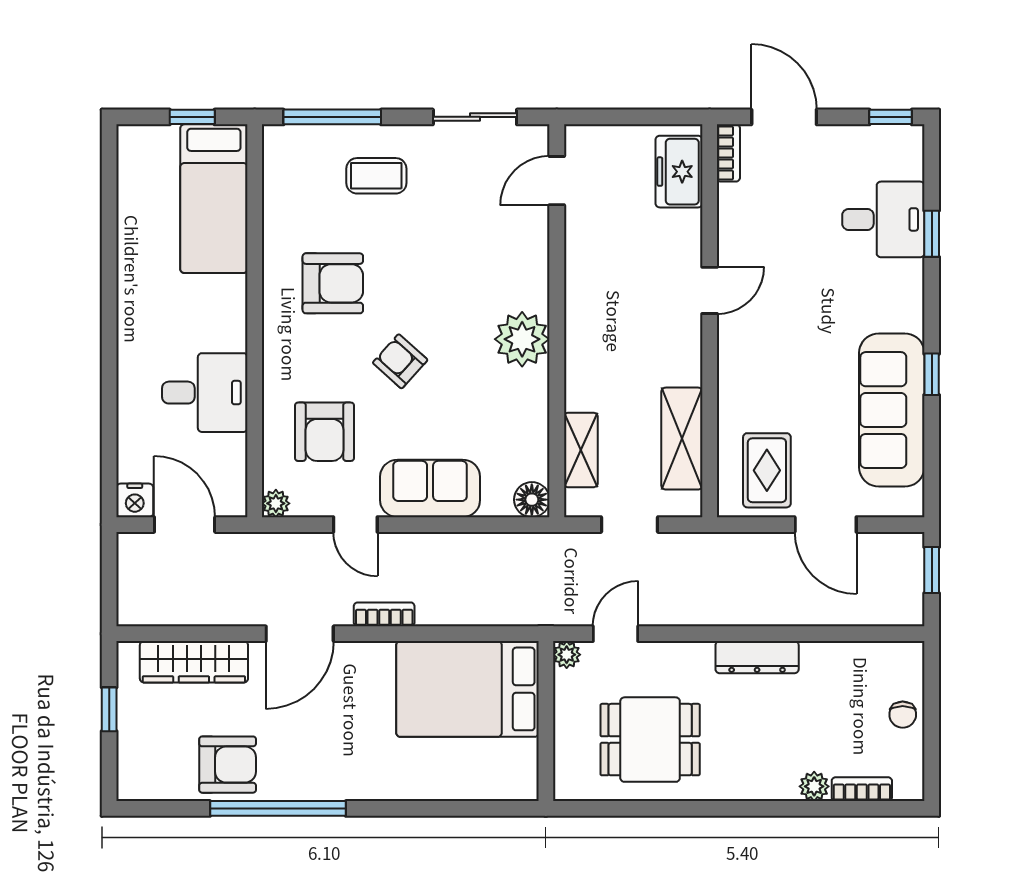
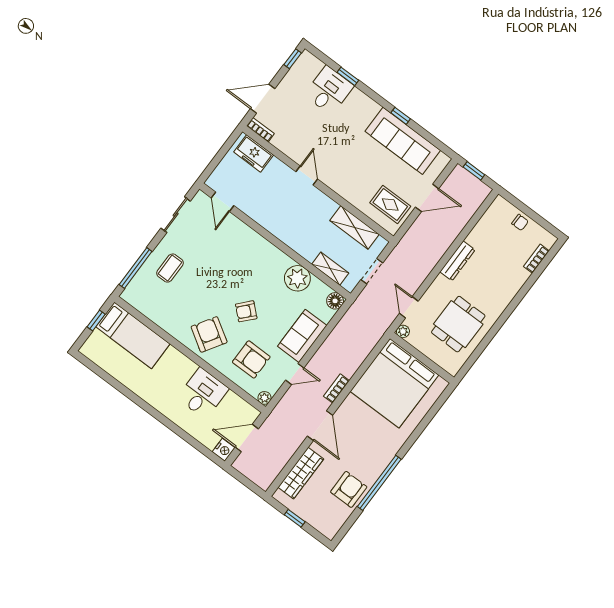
armchair: (333, 283) -> (209, 334), moved, turned -58
plant: (522, 339) -> (297, 278), moved
bed: (467, 689) -> (394, 383), width x1.36
plant: (814, 786) -> (522, 276), removed

